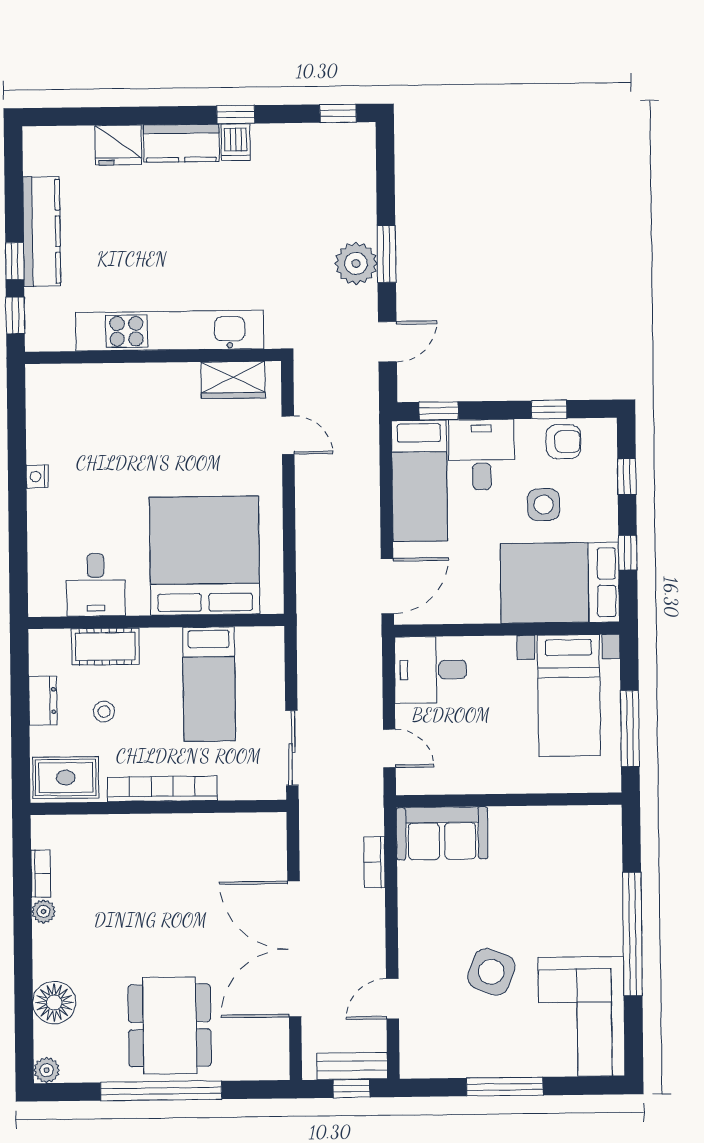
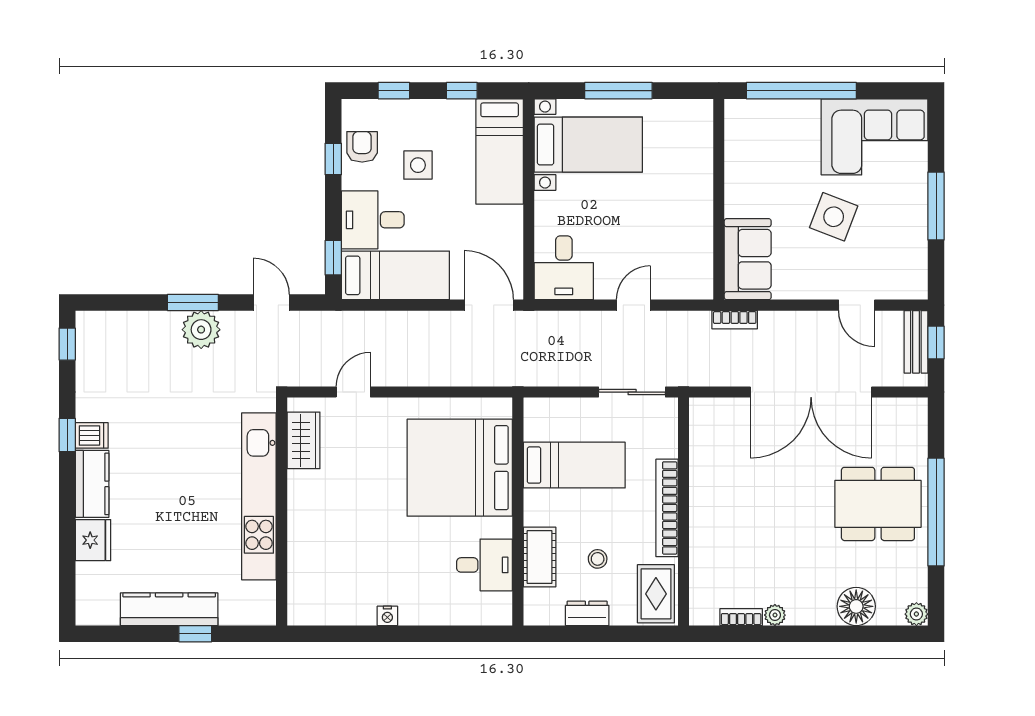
window: (15, 315) -> (244, 634), removed
bed: (560, 583) -> (500, 151), width x0.67
wall: (509, 800) -> (719, 199), moved
sofa: (442, 833) -> (748, 259), moved

